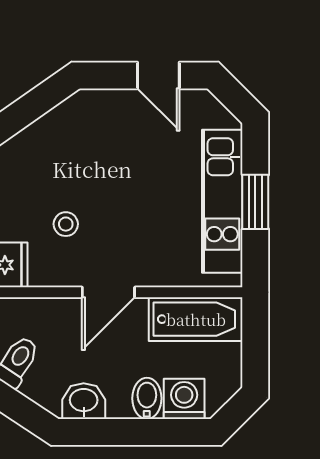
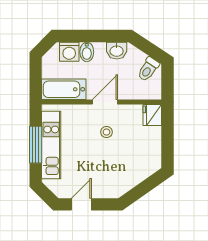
door: (158, 75) -> (81, 204), hinge flipped
window: (255, 202) -> (36, 145), width x1.44
stool: (66, 224) -> (106, 132), moved

